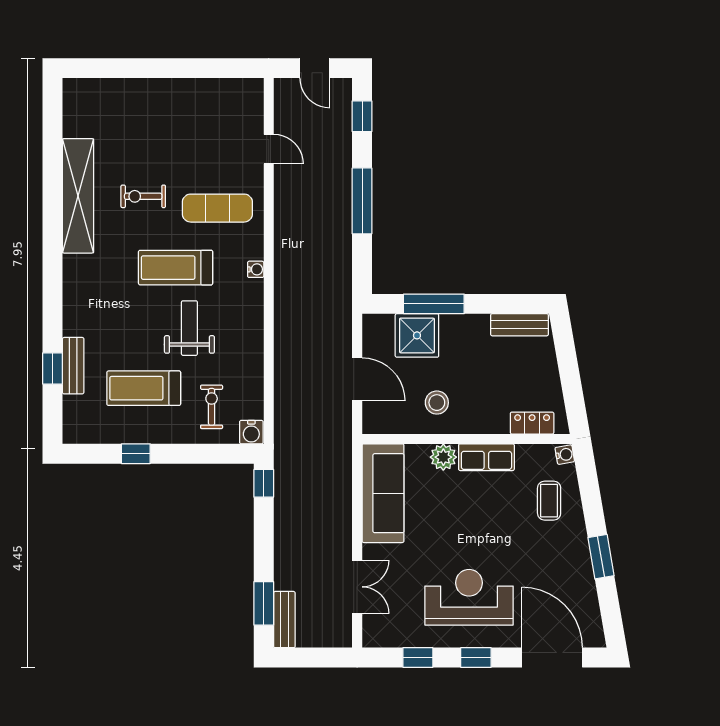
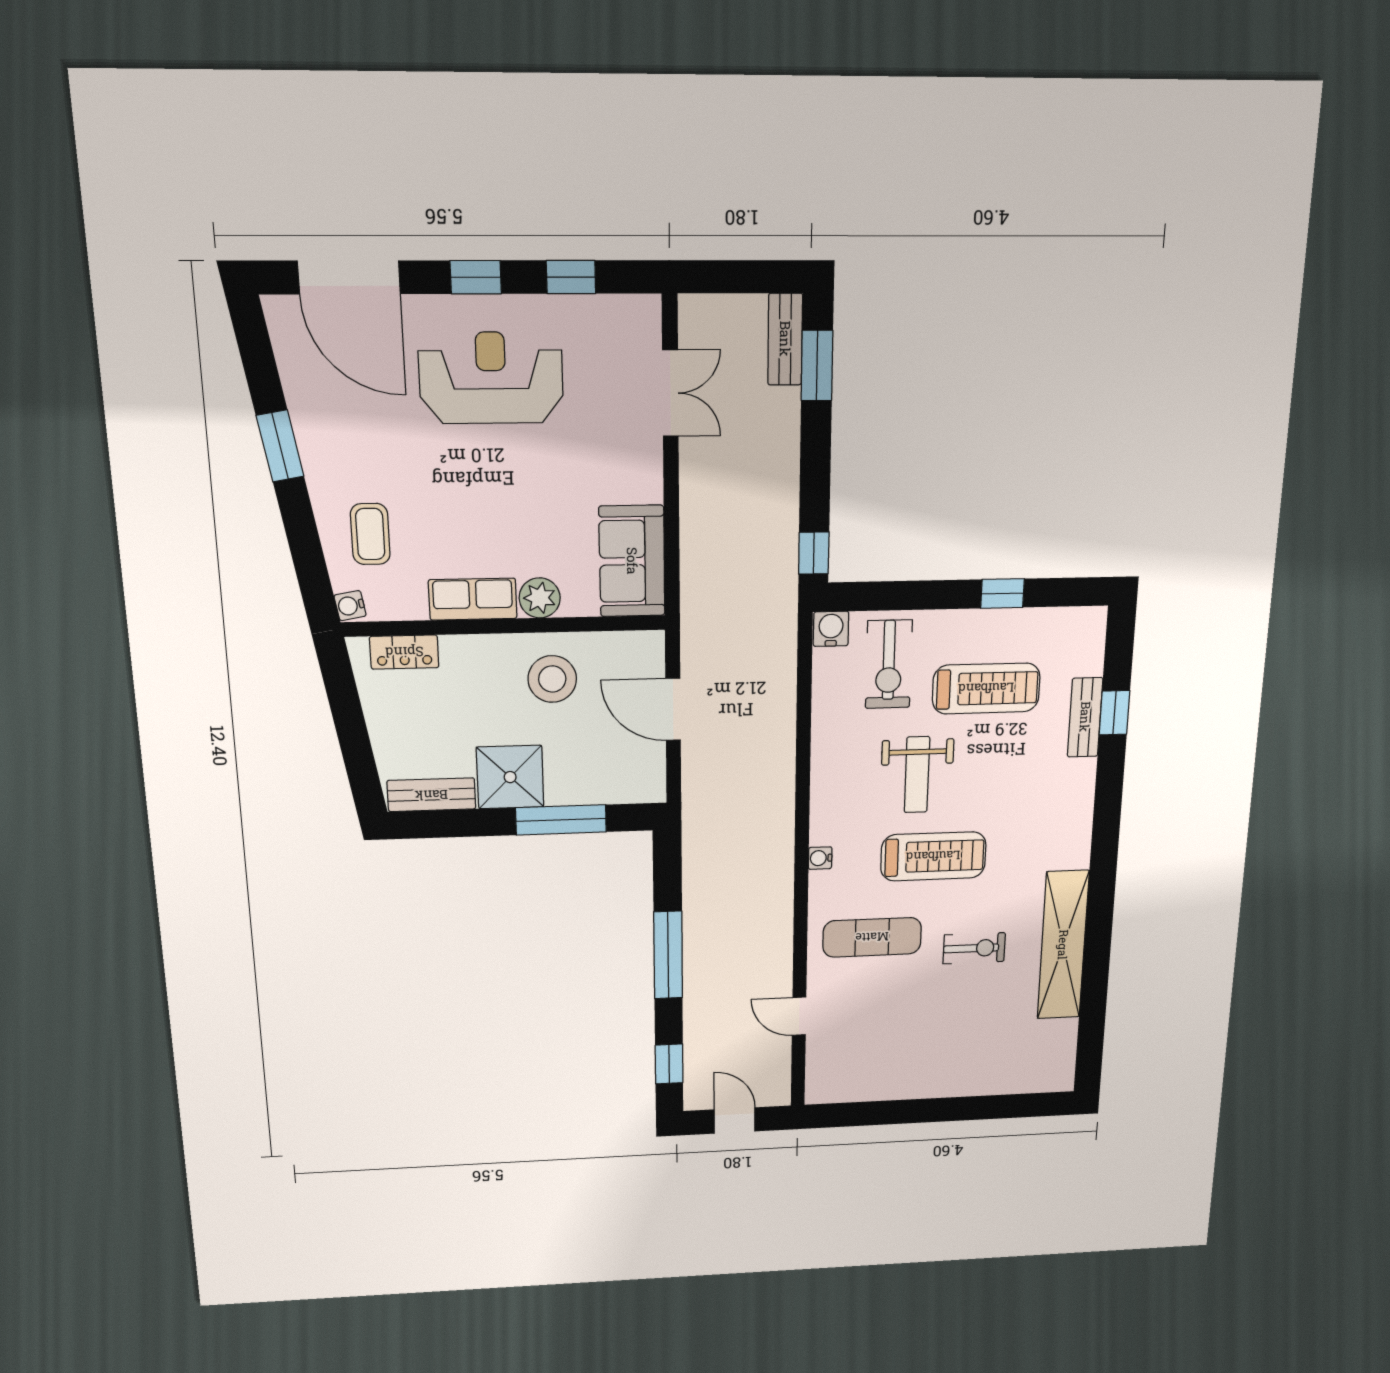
shower: (417, 335) -> (510, 777), moved
stool: (437, 403) -> (552, 679), width x1.38, depth x1.38
exercise bike: (212, 407) -> (889, 664), width x1.38, depth x1.39
sofa: (383, 493) -> (632, 561), width x0.73
double door: (357, 587) -> (670, 393), swing flipped
reception desk: (469, 597) -> (491, 378), turned 180

